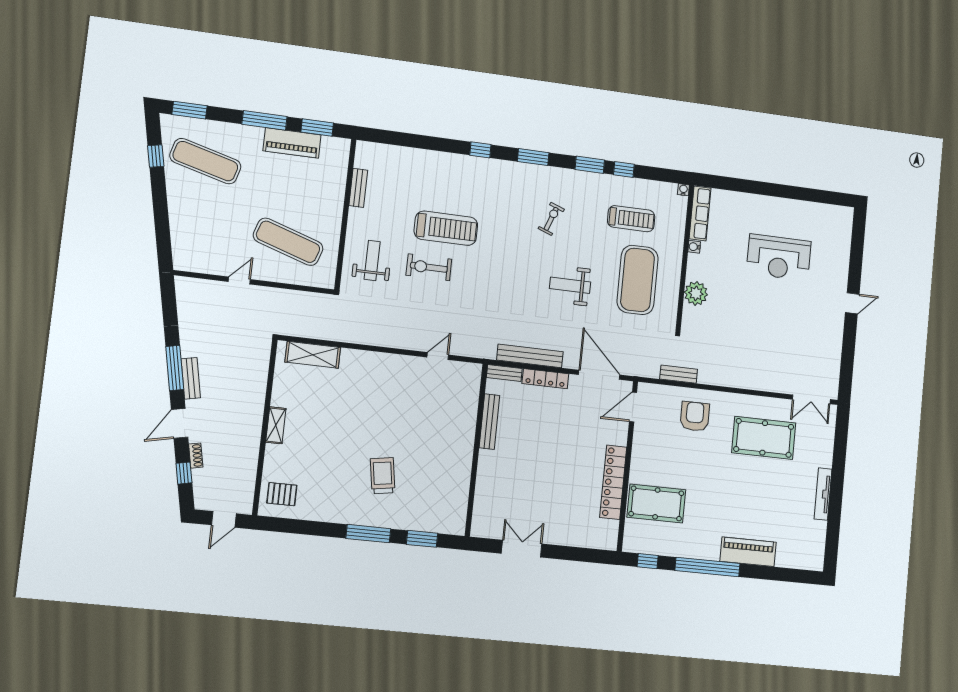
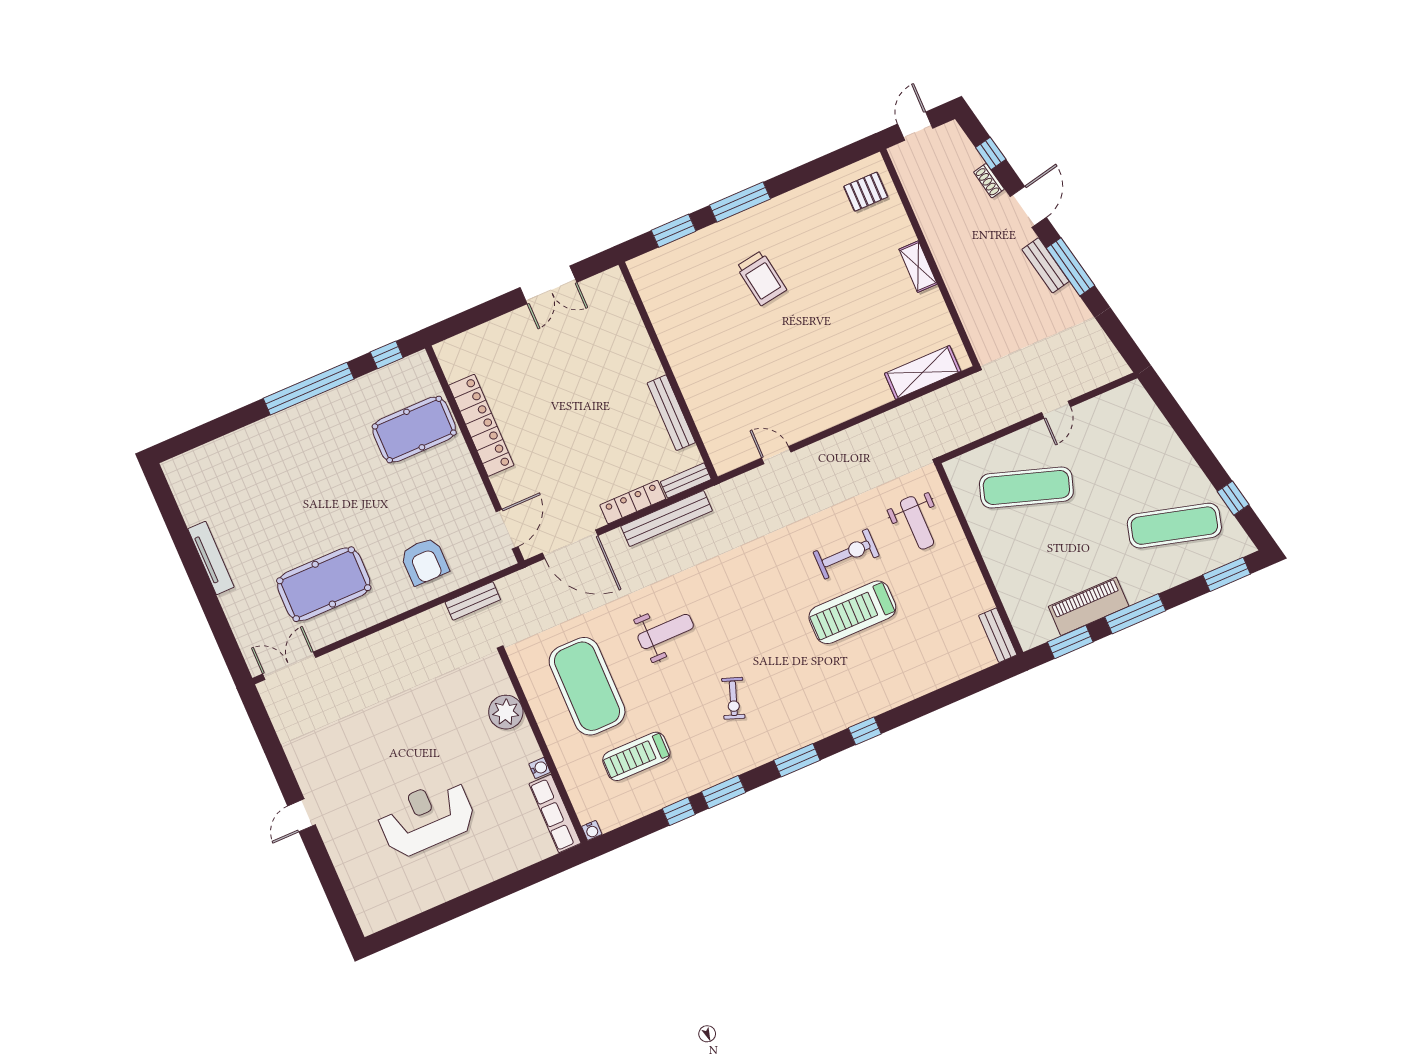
bench: (358, 188) -> (998, 635), moved
door: (438, 356) -> (776, 455), swing flipped
piano: (748, 552) -> (268, 435), removed

